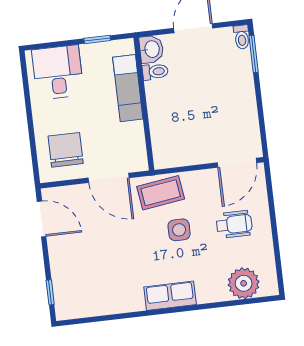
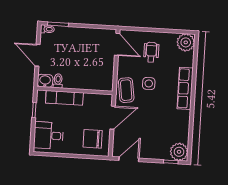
plant: (244, 283) -> (186, 42), moved
row of seats: (170, 296) -> (185, 88), width x1.48
plant: (70, 304) -> (179, 152), added

